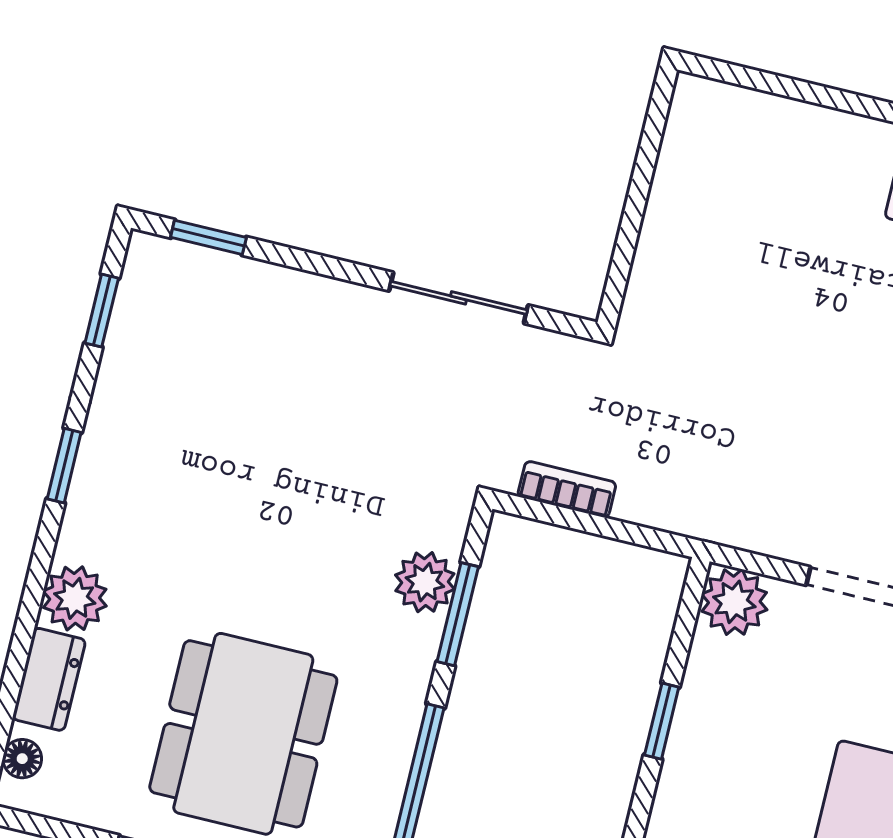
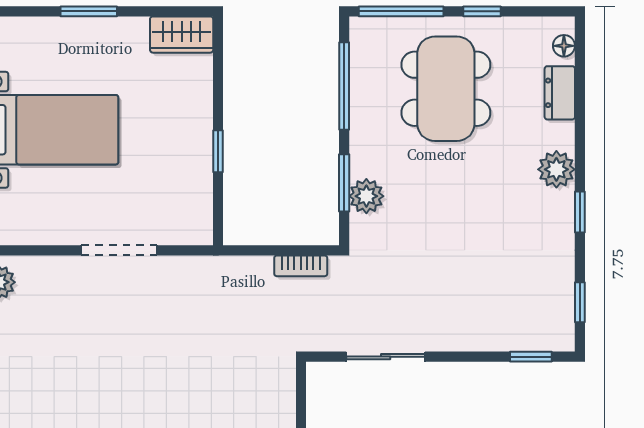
plant: (75, 598) -> (556, 169), moved
plant: (734, 602) -> (194, 226), removed

